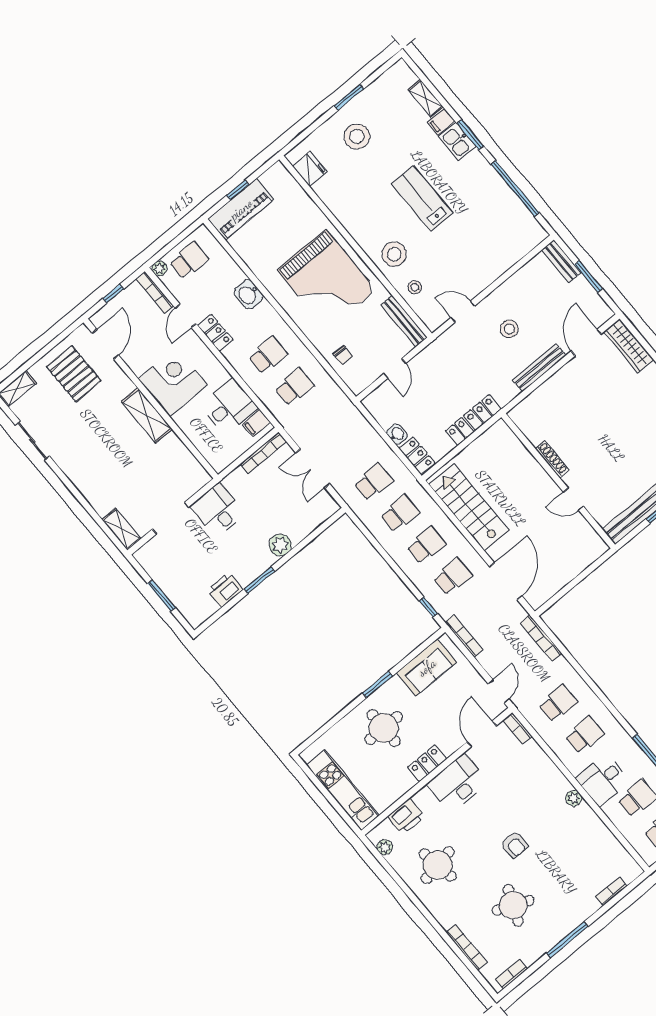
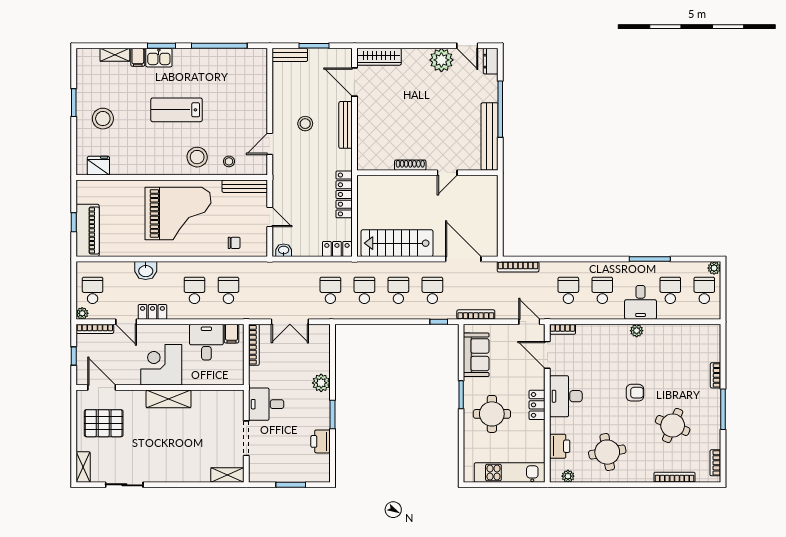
washbasin: (397, 434) -> (284, 250), moved
bookcase: (611, 891) -> (716, 375), moved

